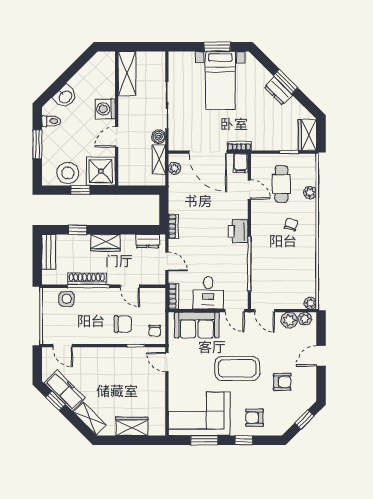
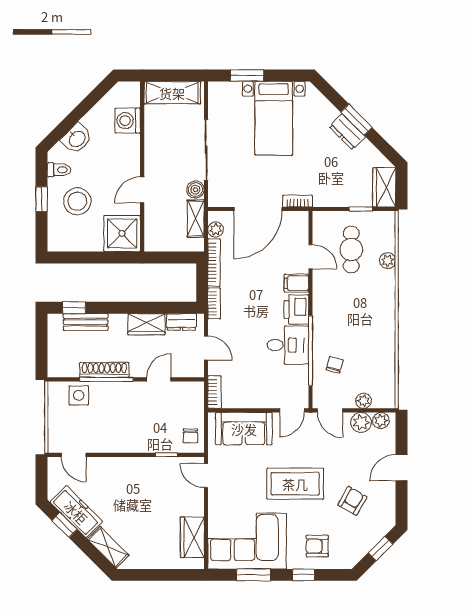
window: (217, 47) -> (247, 76), moved
shelving: (127, 74) -> (172, 93), moved, turned 90
washing machine: (105, 109) -> (128, 121), moved
window: (37, 144) -> (41, 199), width x0.67
door: (208, 152) -> (258, 209), hinge flipped
filing cabinet: (241, 163) -> (296, 283), moved, turned 90
stool: (68, 173) -> (77, 201), moved
window: (80, 190) -> (96, 257), removed
bookcase: (173, 194) -> (214, 262), added
chair: (291, 224) -> (335, 365), moved
window: (78, 230) -> (74, 308), moved
wardrobe: (105, 243) -> (146, 324), moved
bench: (49, 252) -> (86, 322), moved, turned 90
door: (130, 286) -> (159, 379), swing flipped
desk: (208, 293) -> (288, 345), moved, turned -90
plant: (310, 303) -> (364, 401), moved
door: (235, 311) -> (292, 410), hinge flipped
chair: (123, 324) -> (150, 427), removed
armchair: (282, 382) -> (352, 501), turned -60
wardrobe: (132, 426) -> (192, 537), moved, turned -90

